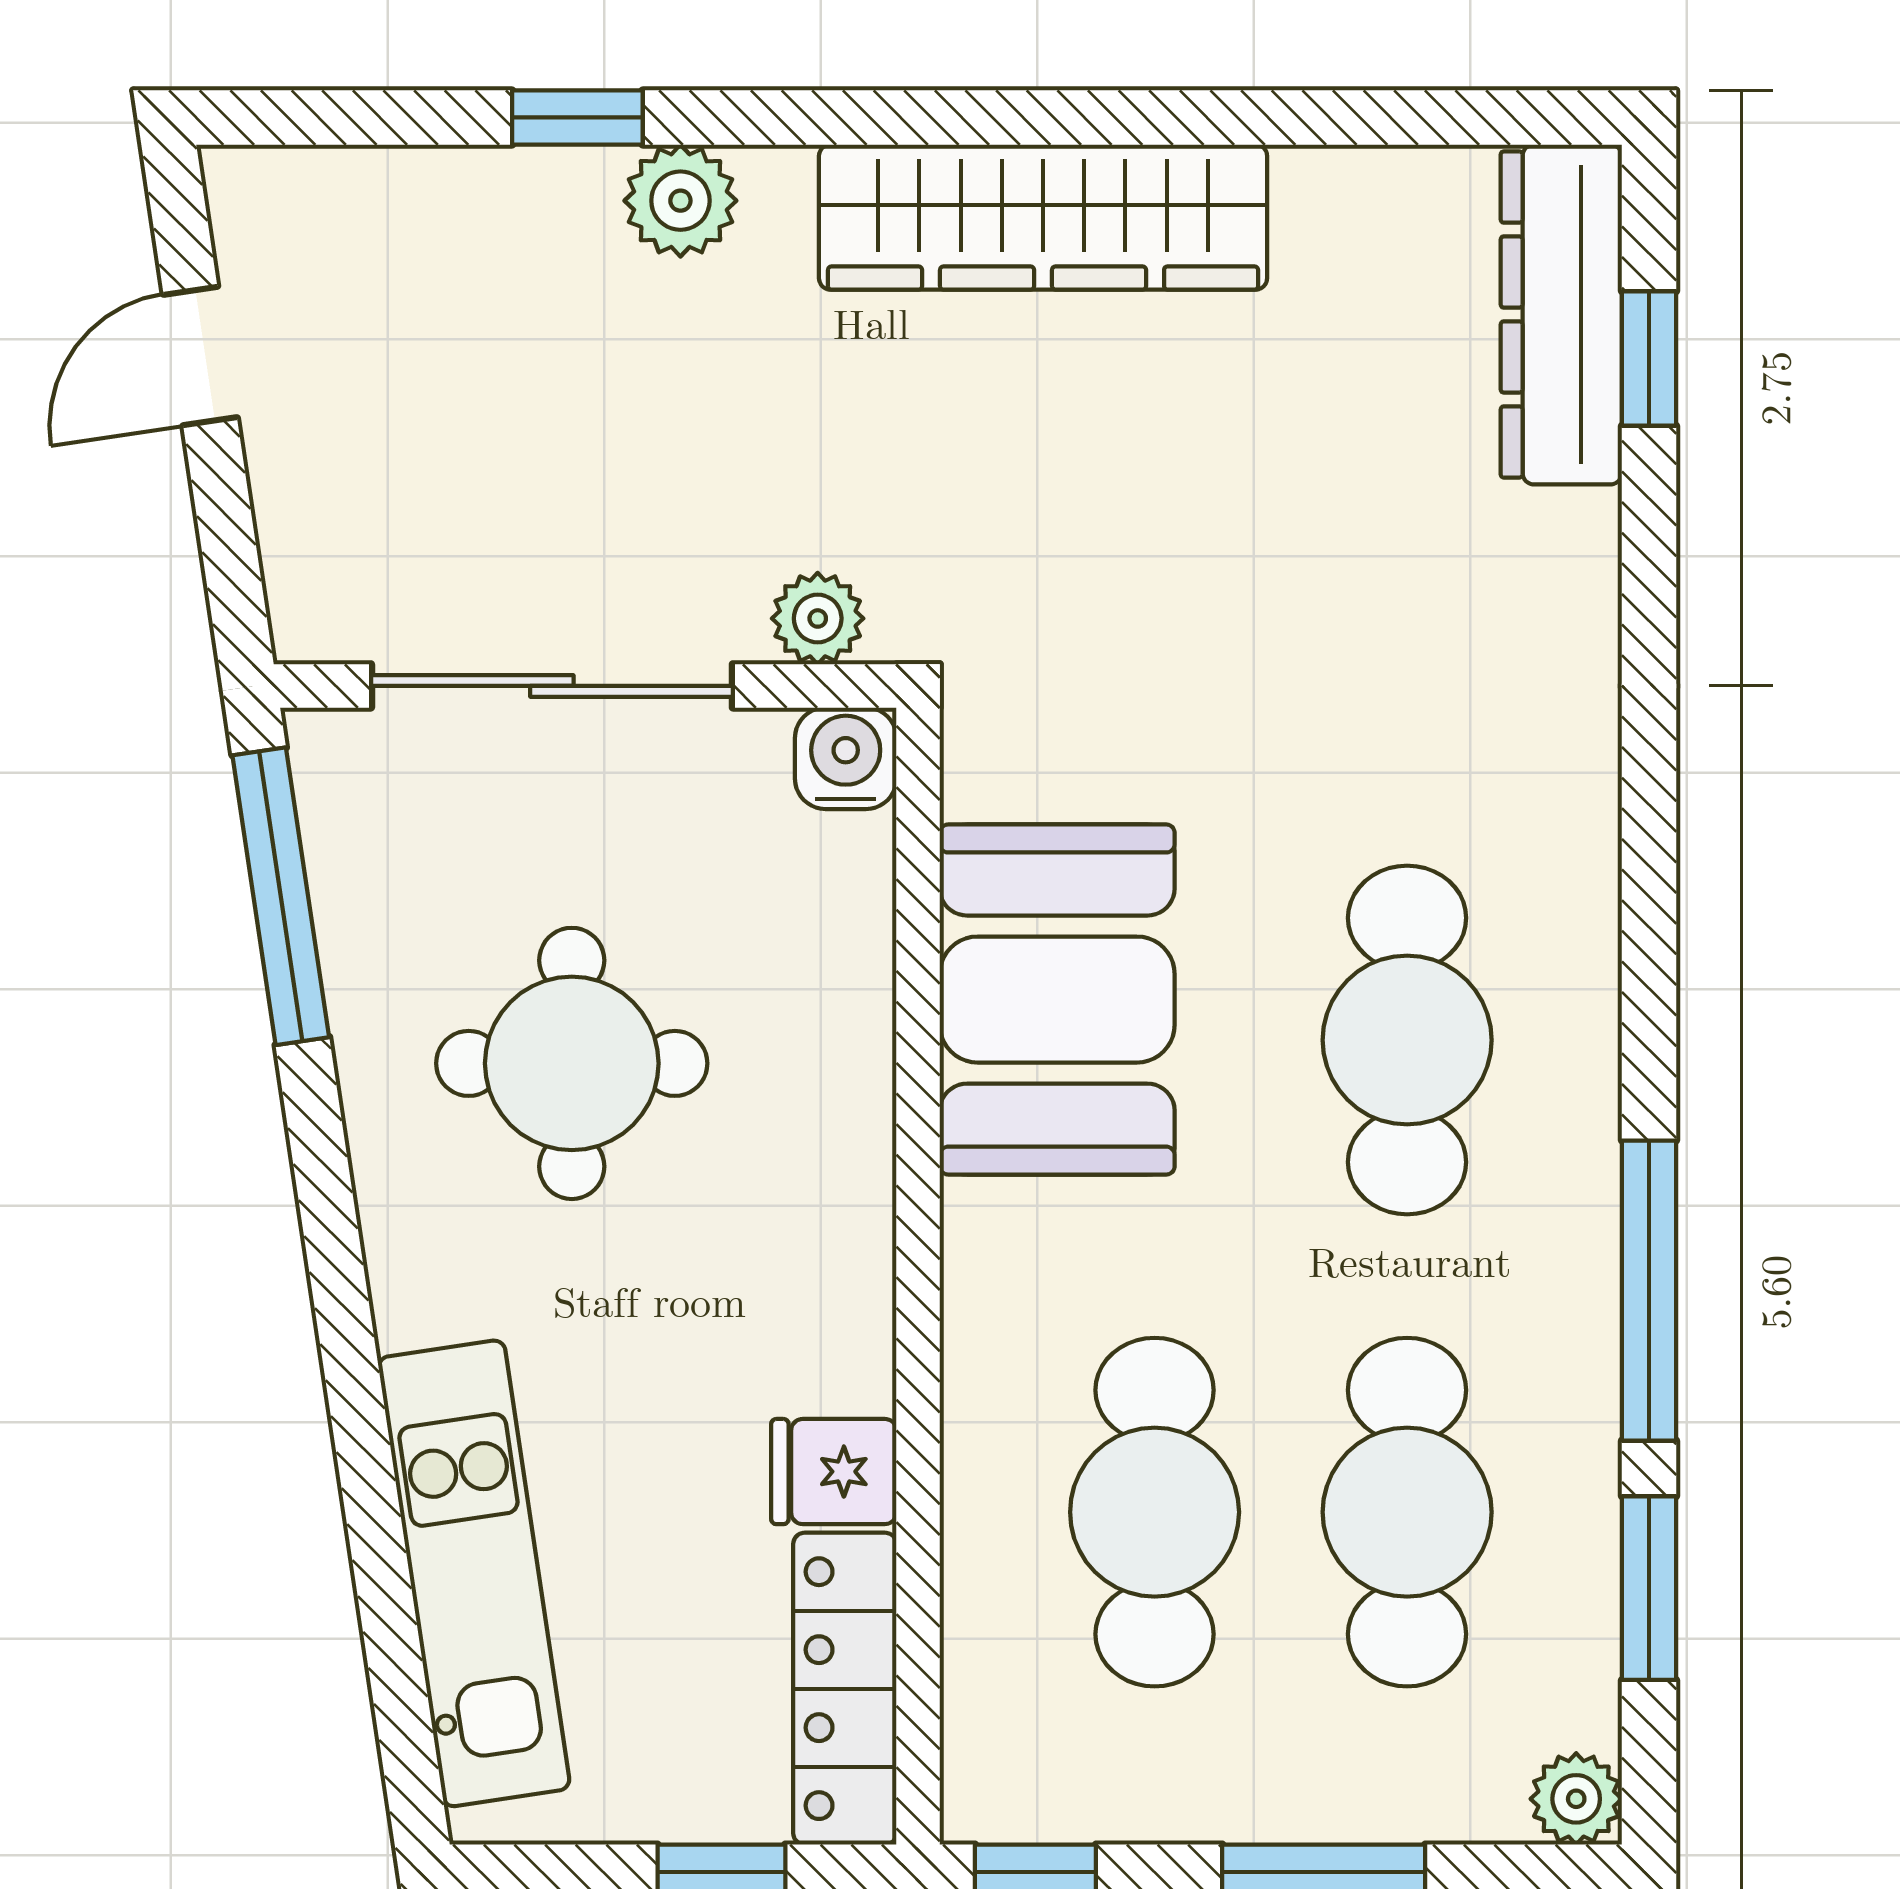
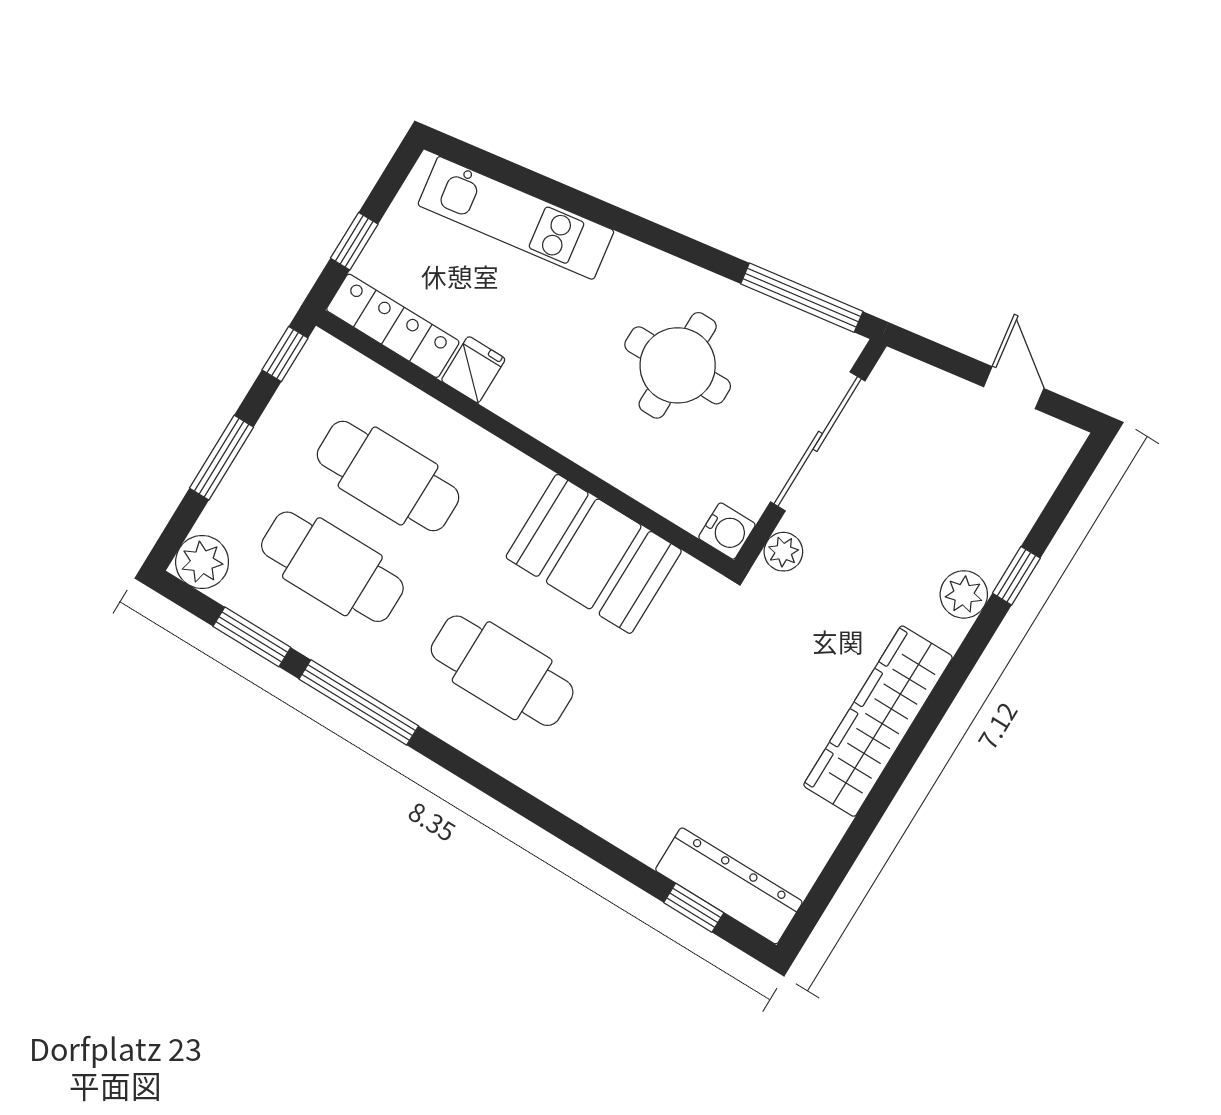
plant: (1576, 1799) -> (202, 562), width x1.38, depth x1.38

